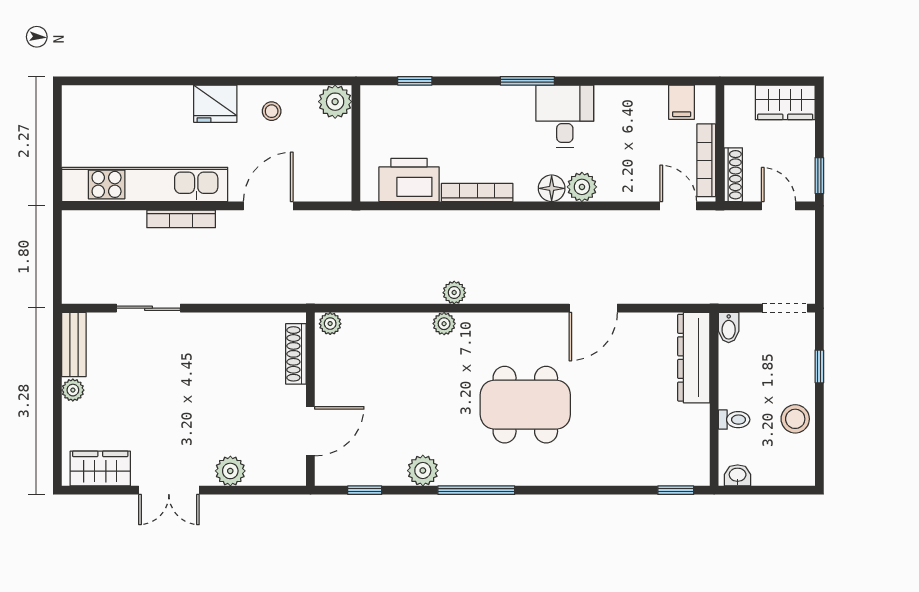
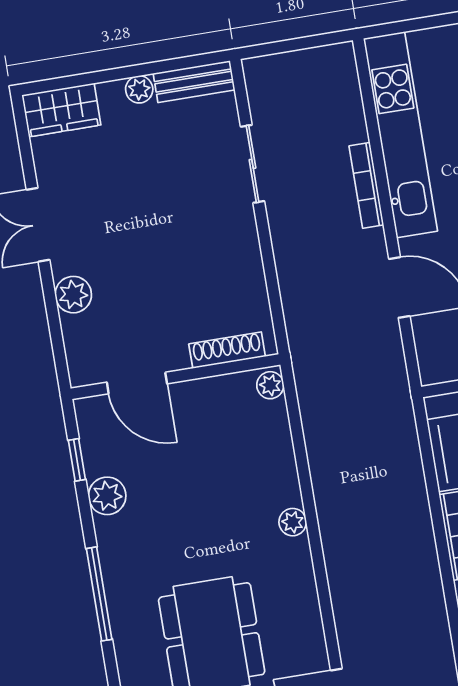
plant: (454, 293) -> (332, 528), removed
wardrobe: (100, 468) -> (61, 110), moved, turned 90
plant: (423, 471) -> (107, 496), moved

